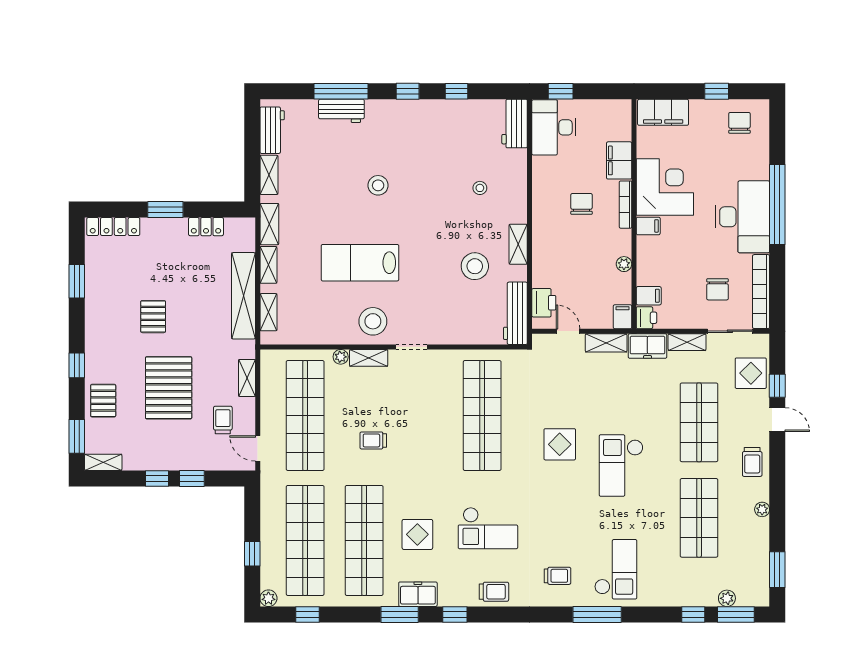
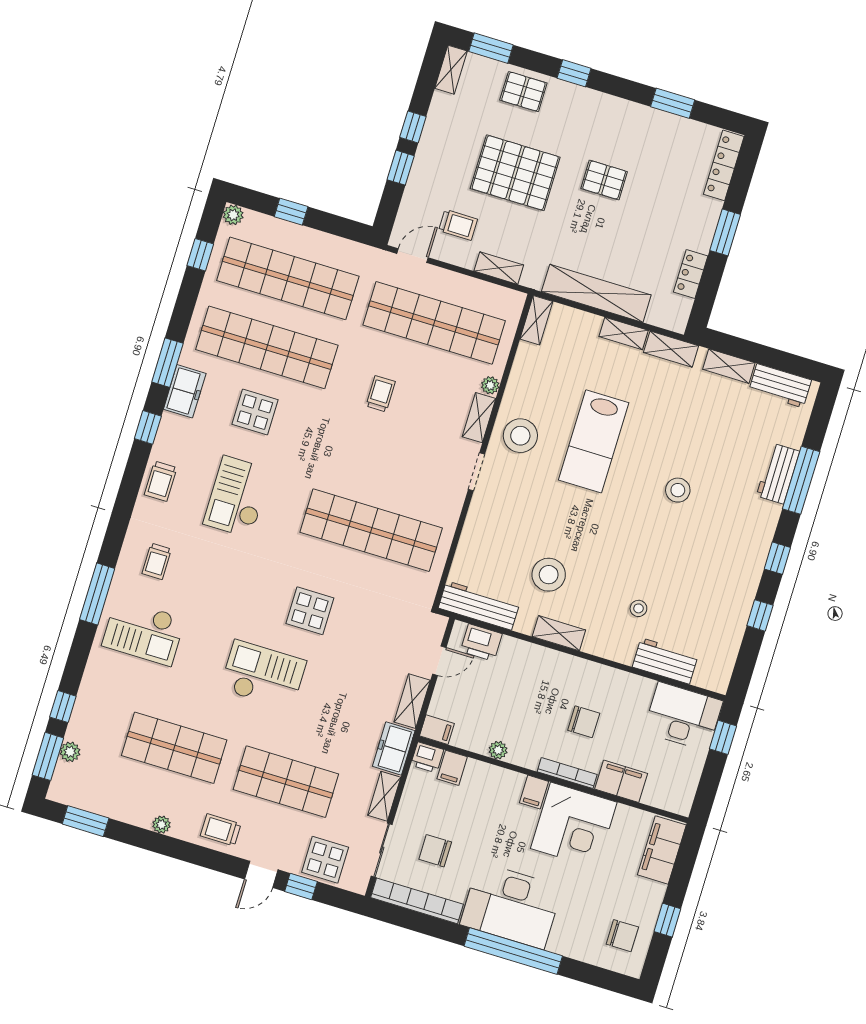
workbench: (515, 124) -> (665, 661), moved
lab bench: (360, 263) -> (594, 441), turned 180
shelving: (268, 312) -> (536, 320), moved, turned 90

